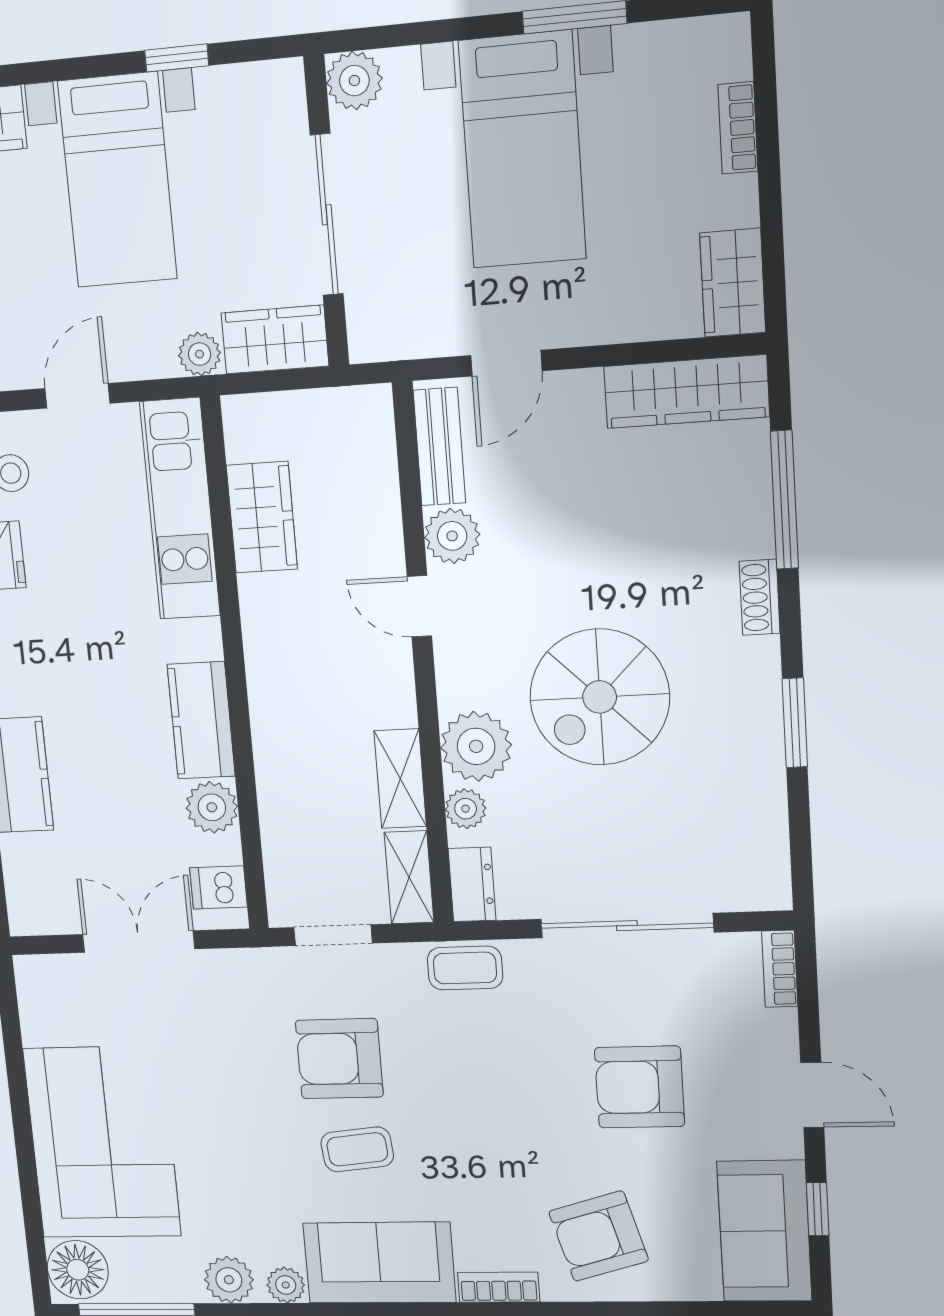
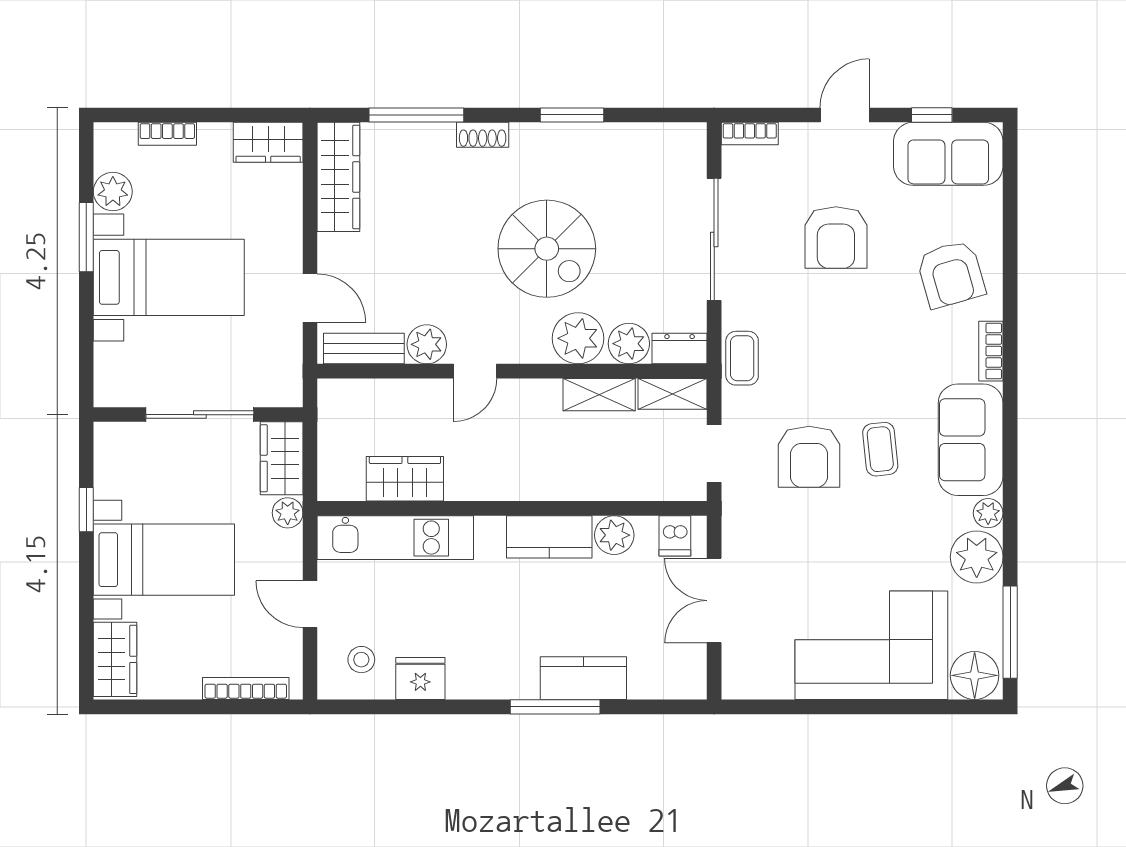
plant: (354, 81) -> (113, 192), moved
plant: (466, 809) -> (629, 344), width x1.38, depth x1.38
plant: (229, 1280) -> (977, 557), width x1.36, depth x1.36

